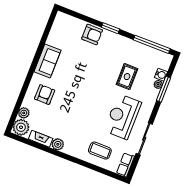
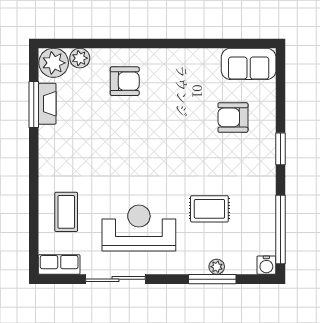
armchair: (92, 35) -> (233, 117), moved, turned 90
sofa: (47, 61) -> (249, 64), moved
water cooler: (161, 75) -> (266, 265), moved
plant: (58, 144) -> (49, 136), removed
window: (38, 146) -> (34, 105), added

